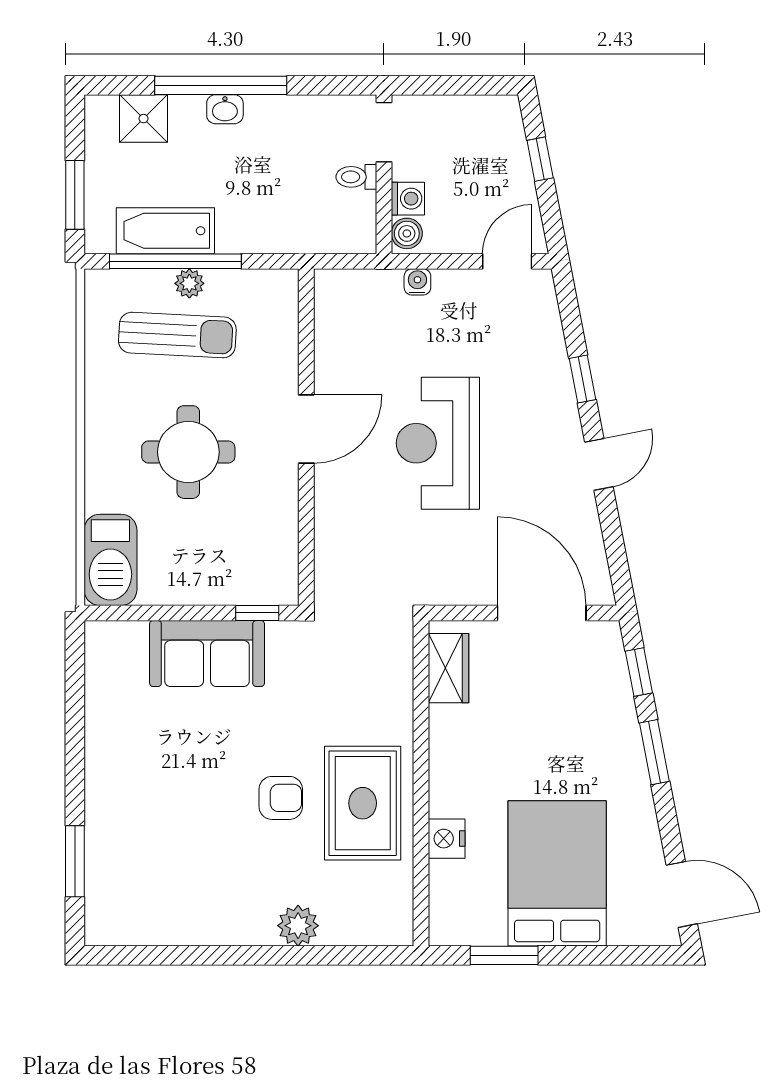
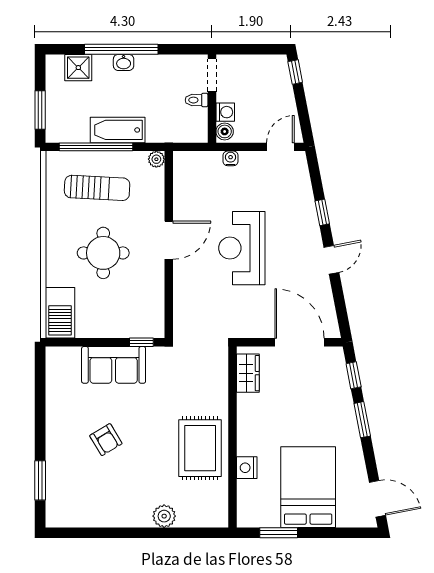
window: (540, 159) -> (295, 72), moved
bathtub: (165, 231) -> (118, 130), moved
plant: (189, 283) -> (156, 159), moved
armchair: (281, 798) -> (106, 440), moved, turned 59

